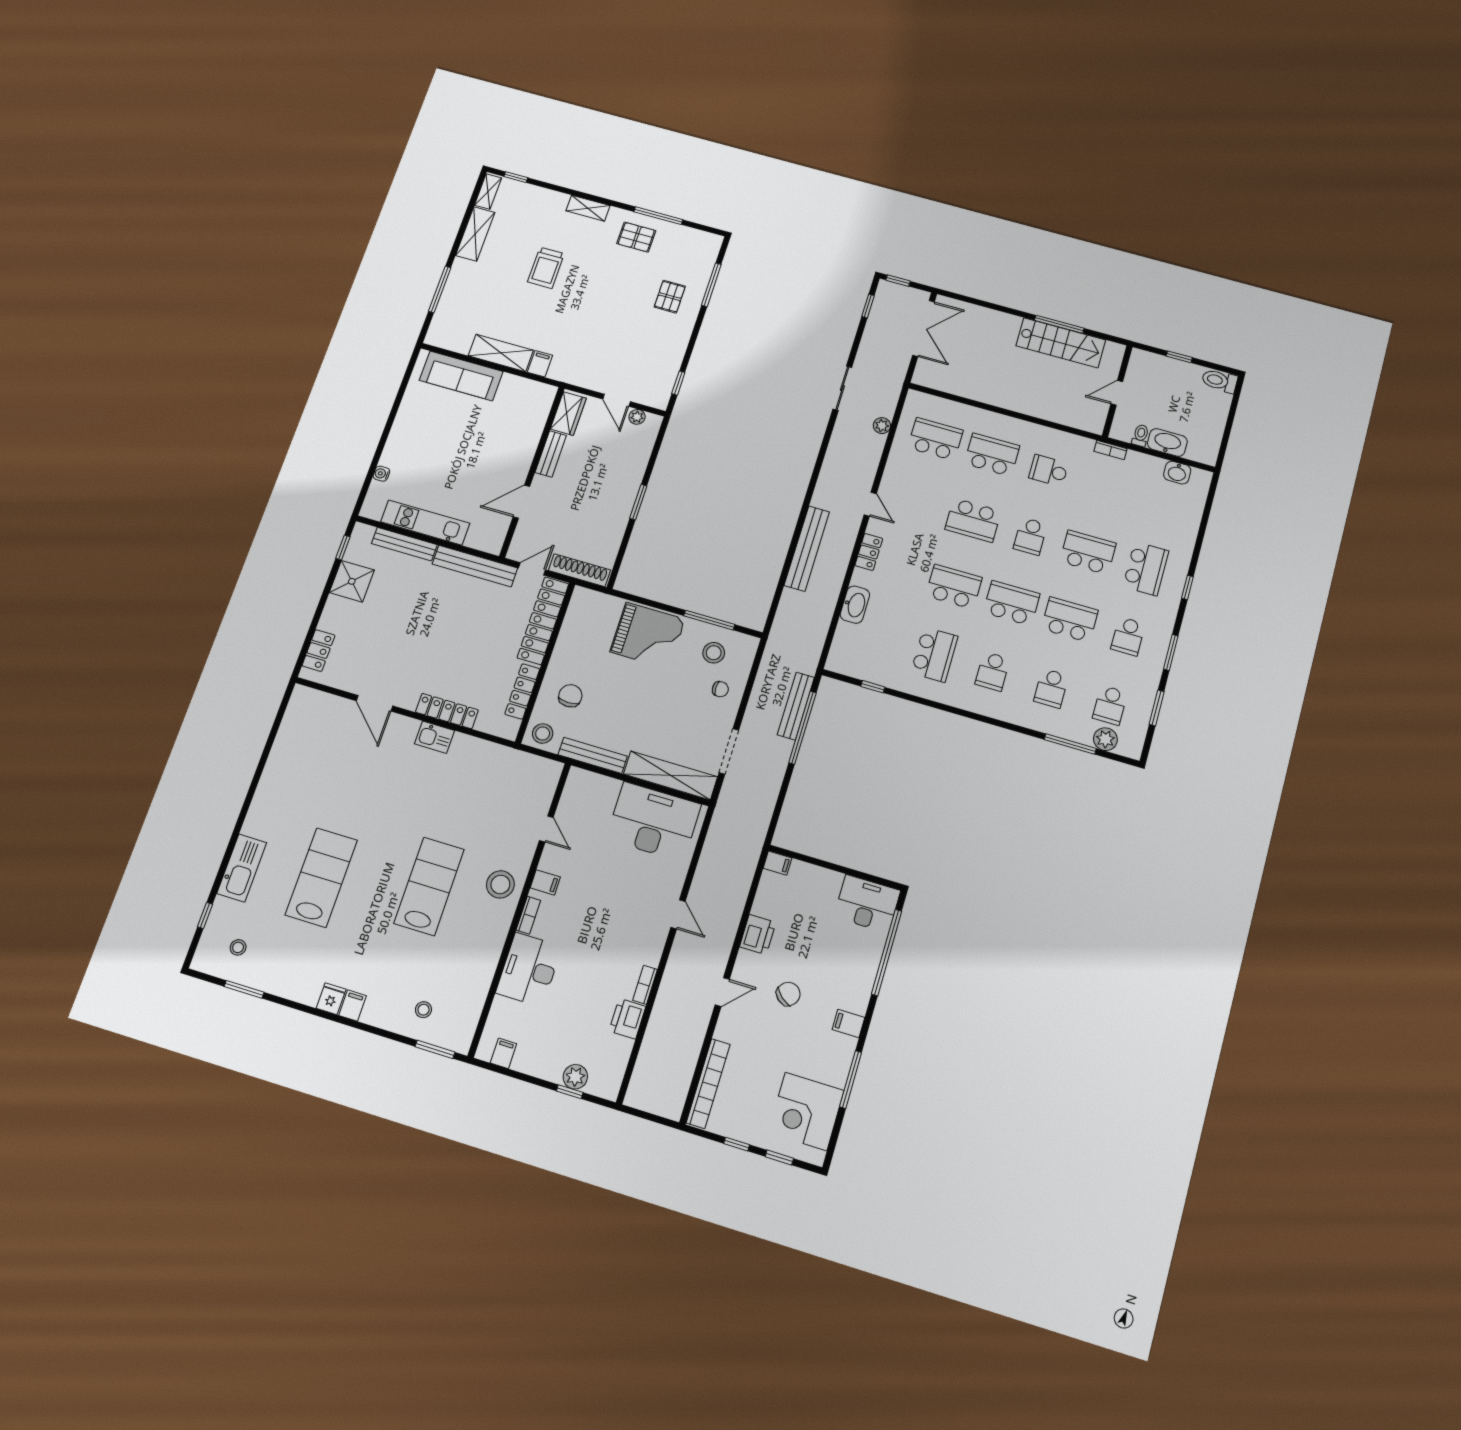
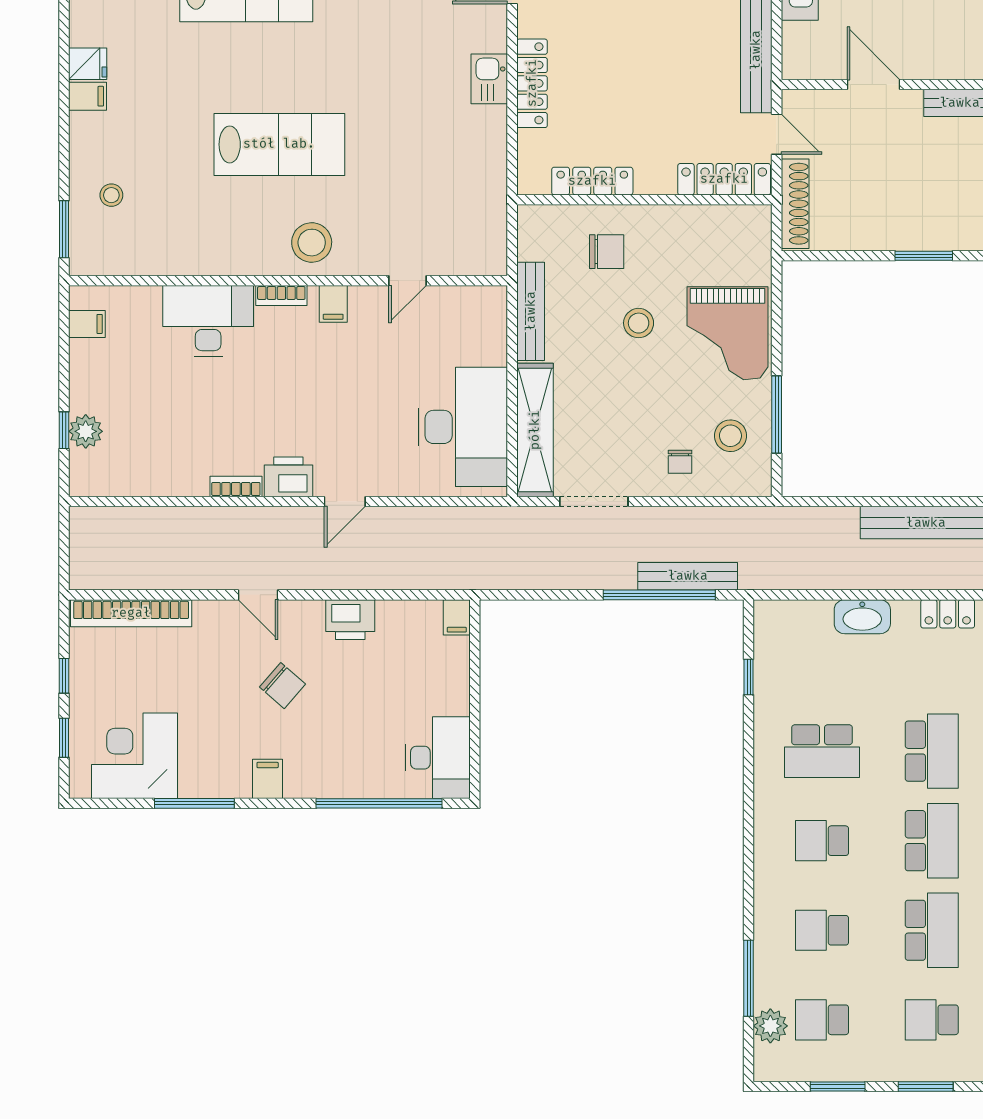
locker: (543, 621) -> (724, 179), width x0.71, depth x0.83
stool: (543, 734) -> (639, 323), moved
printer: (627, 1019) -> (288, 477), moved

